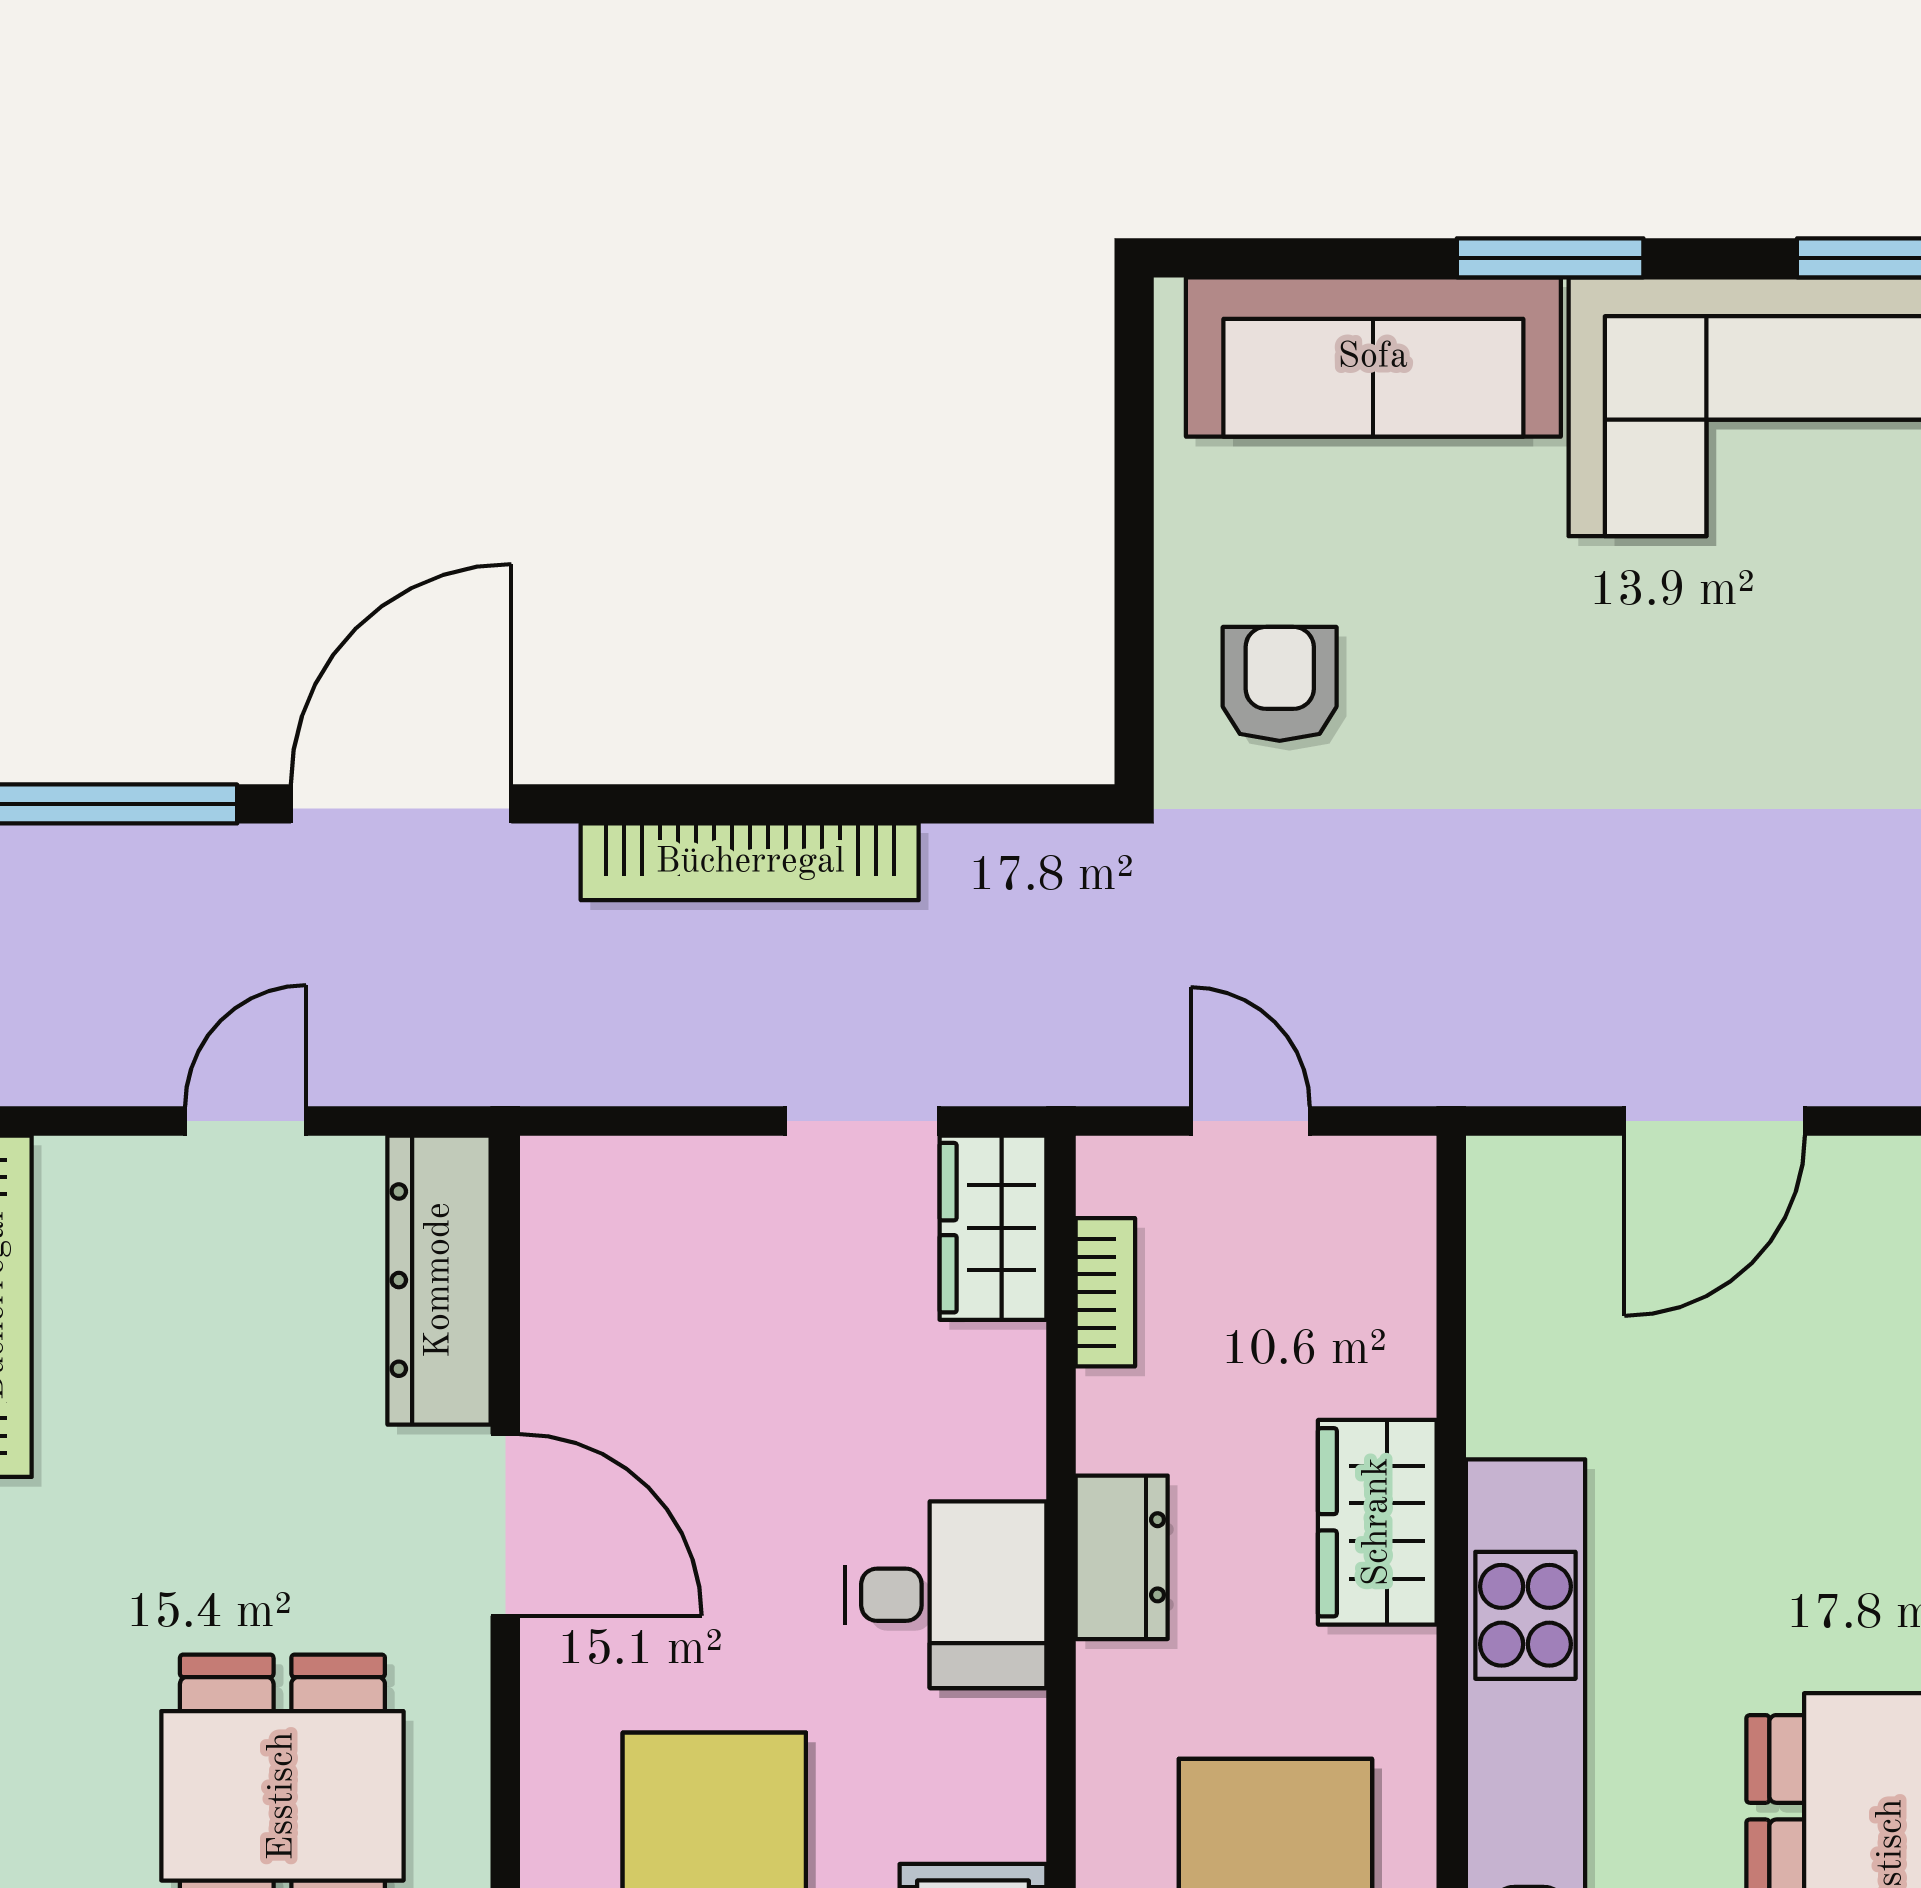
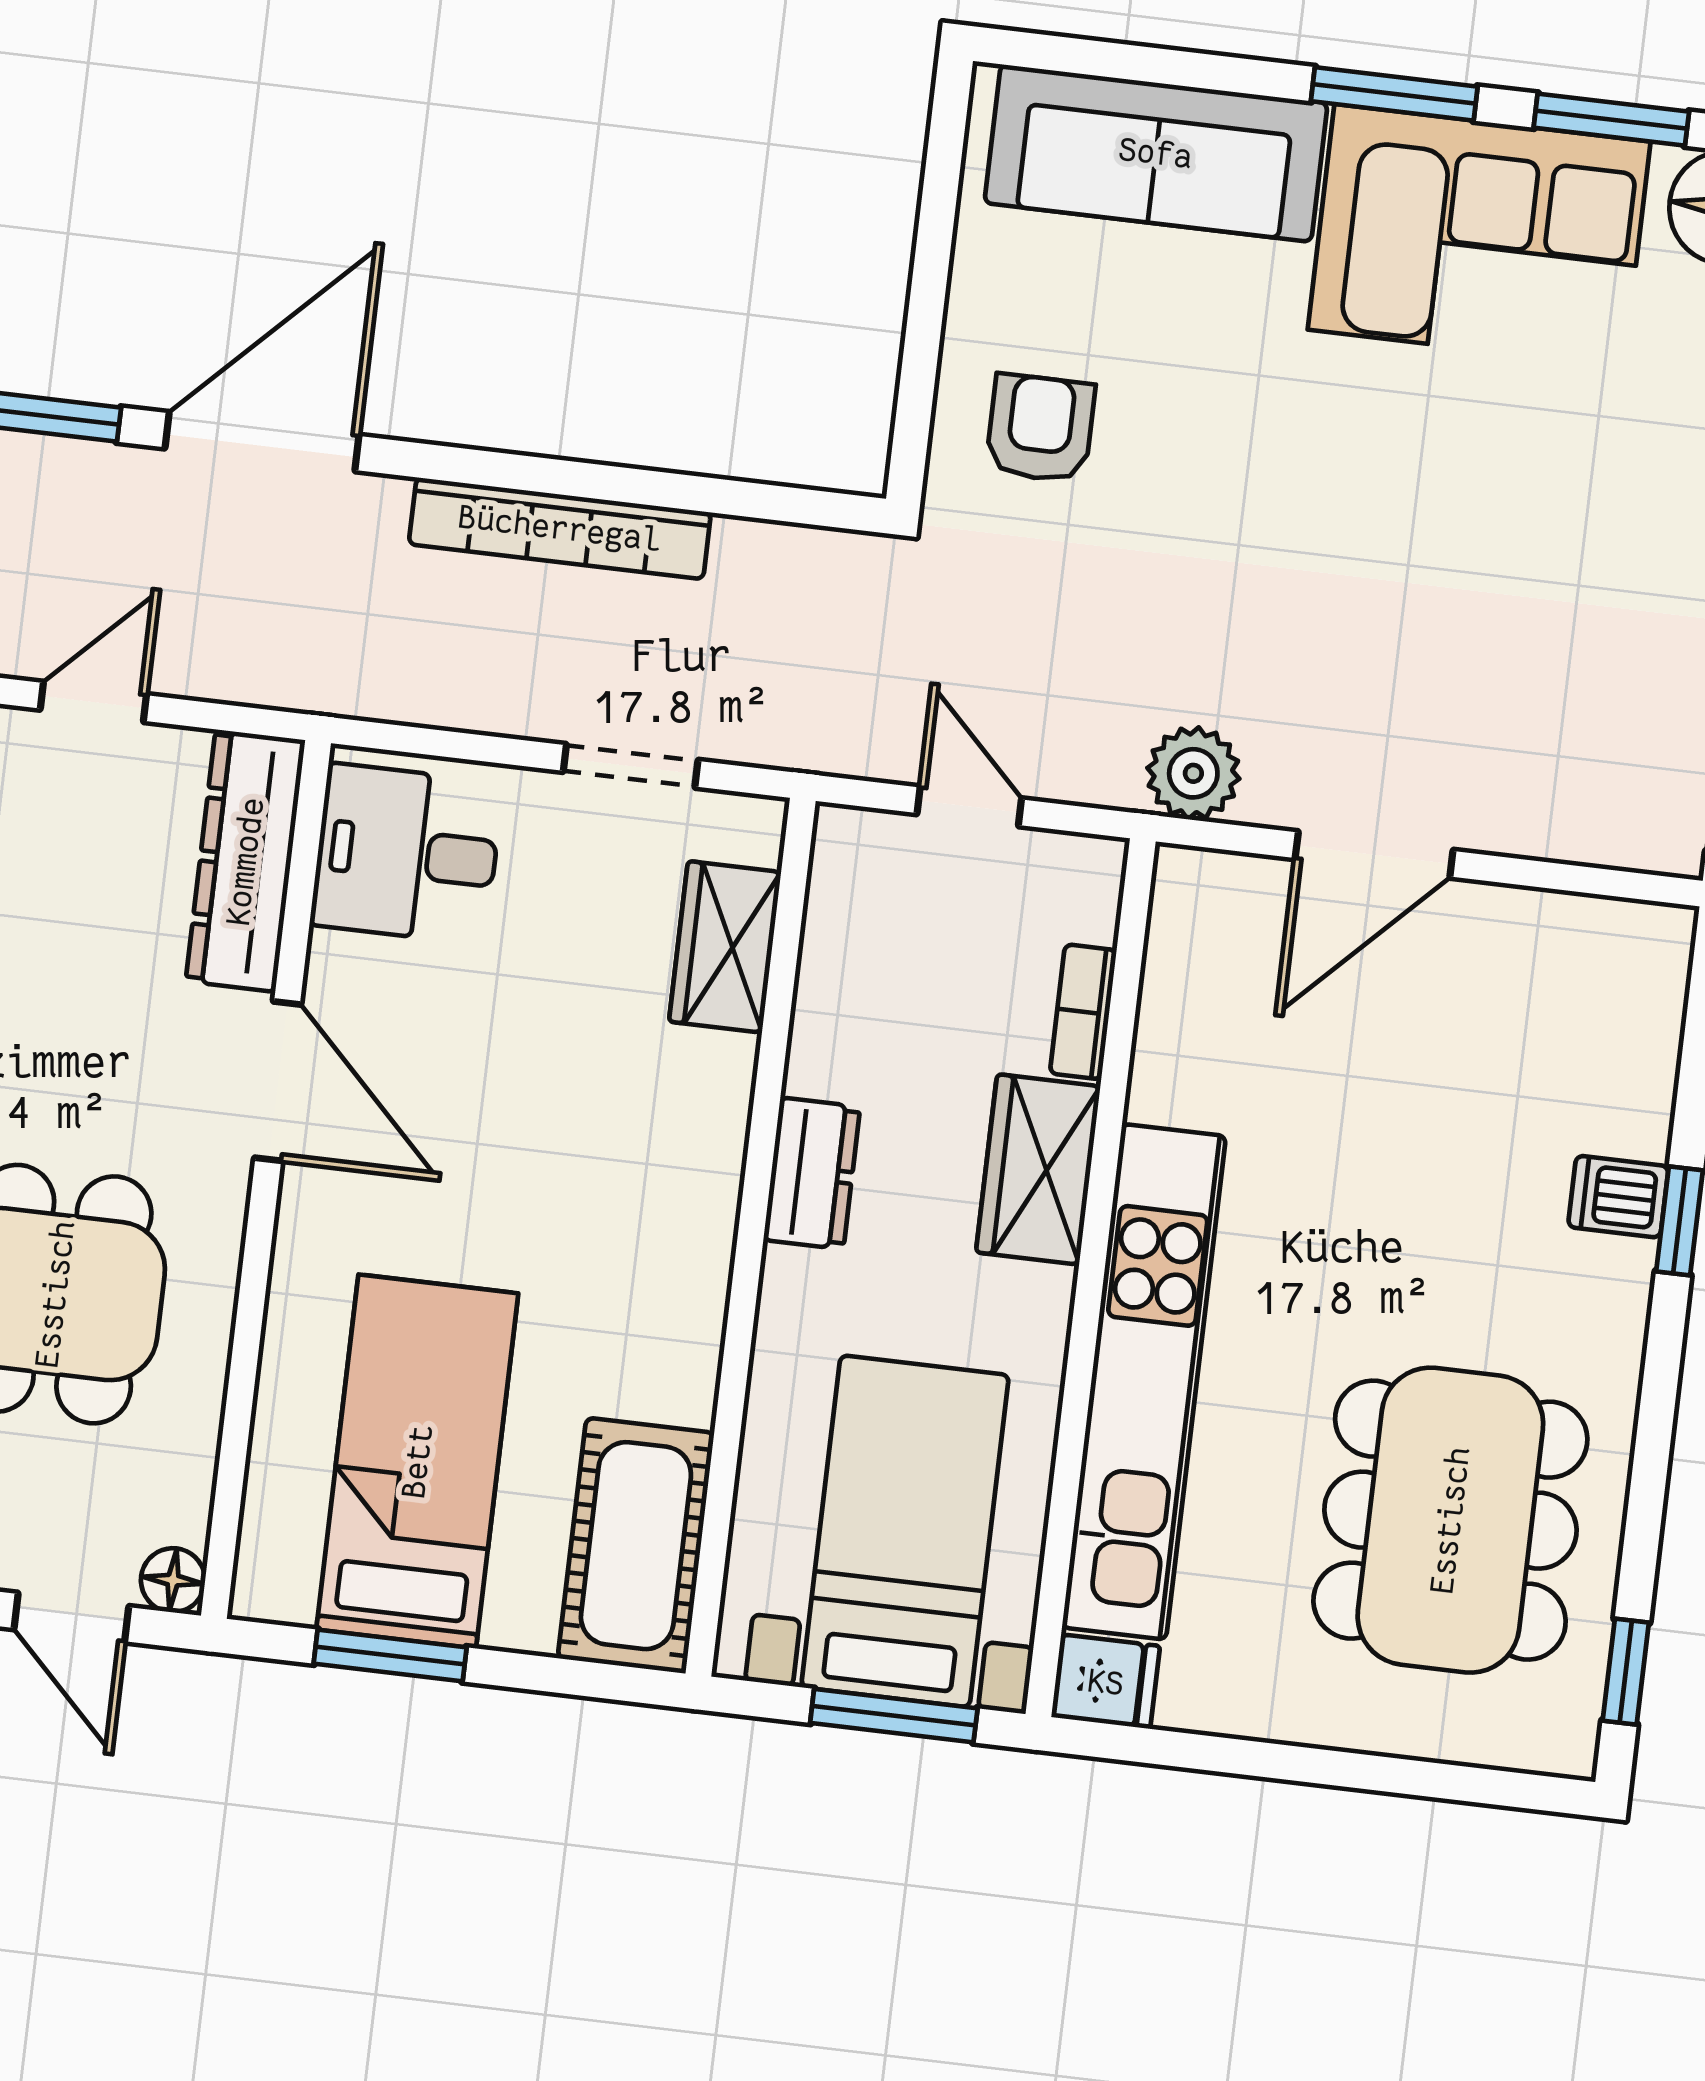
window: (1550, 258) -> (1394, 94), moved
plant: (1499, 1053) -> (1193, 773), added
wardrobe: (993, 1228) -> (725, 947), moved
bookcase: (1105, 1292) -> (1083, 1012), moved, turned 180
desk: (946, 1595) -> (407, 854), moved, turned 180

